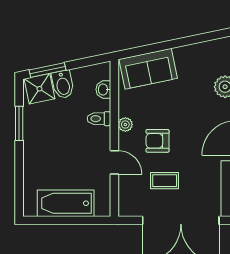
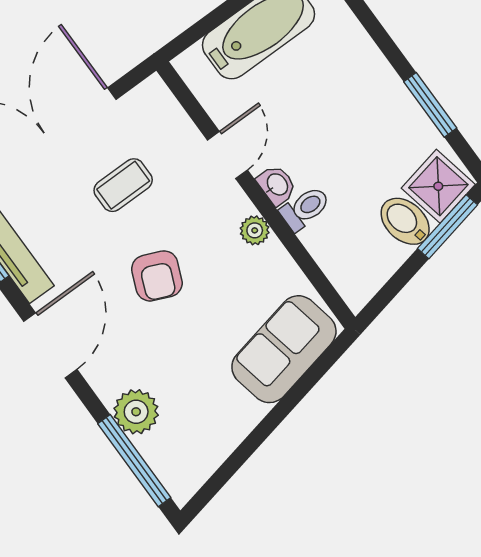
washbasin: (103, 89) -> (277, 185), moved
armchair: (158, 141) -> (157, 276), moved, turned 113
door: (114, 162) -> (227, 155), swing flipped

